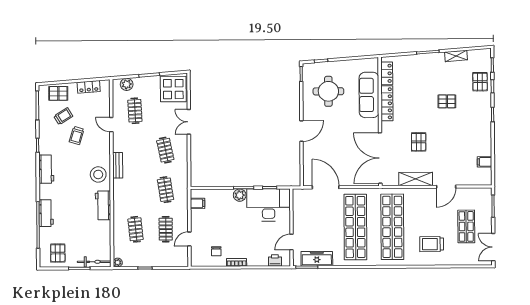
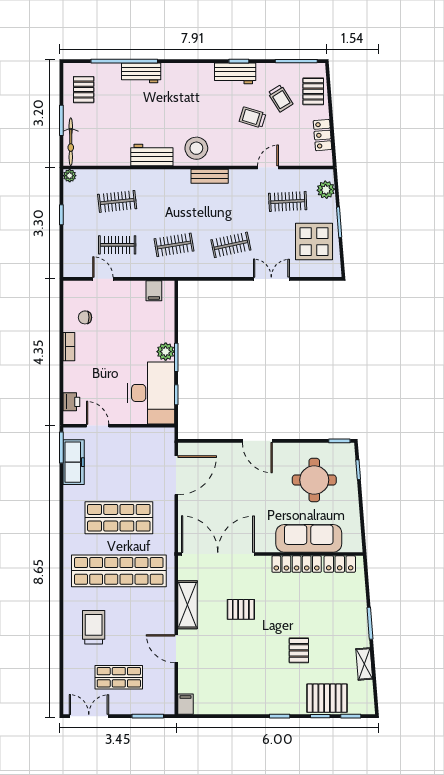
pallet: (480, 82) -> (327, 698), width x1.50, depth x1.42
display table: (173, 89) -> (314, 242), moved
filing cabinet: (485, 162) -> (186, 704), moved
workbench: (46, 169) -> (235, 73), moved
shop shelf: (355, 227) -> (119, 518), width x0.71
pallet: (58, 253) -> (84, 90), turned 90

